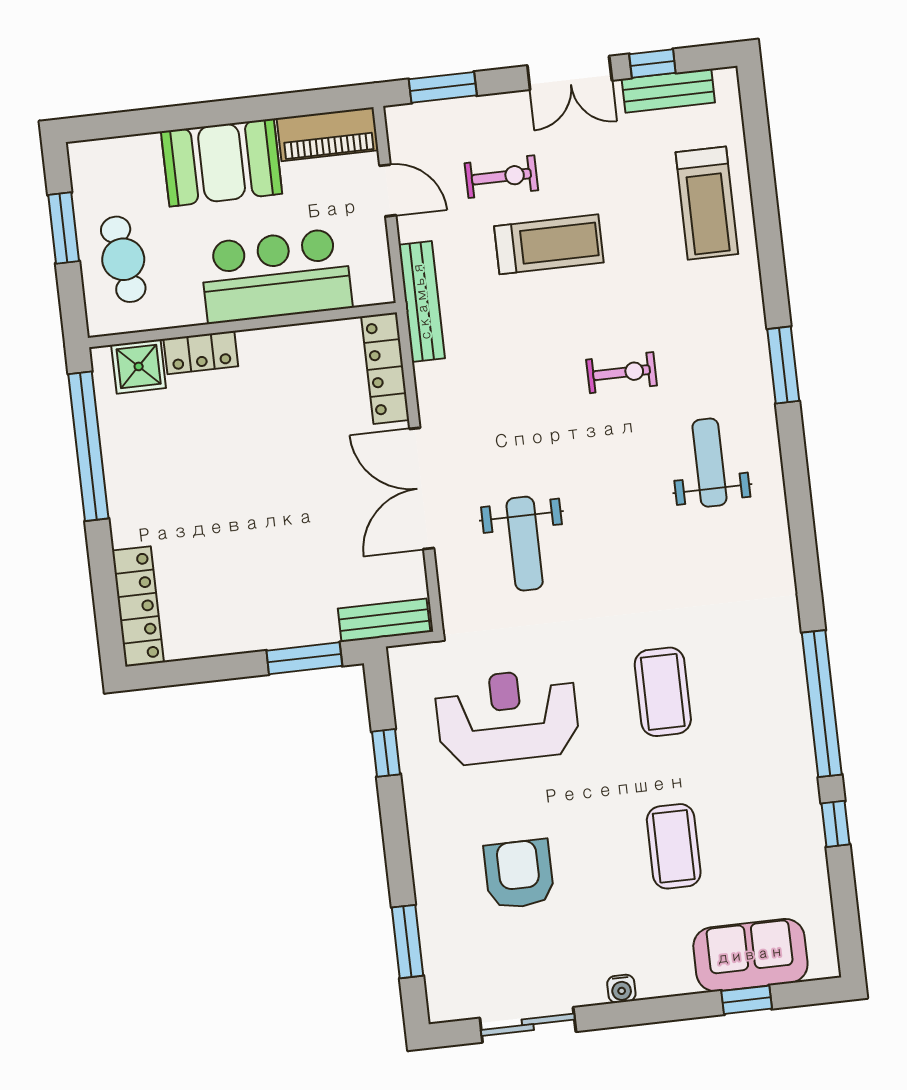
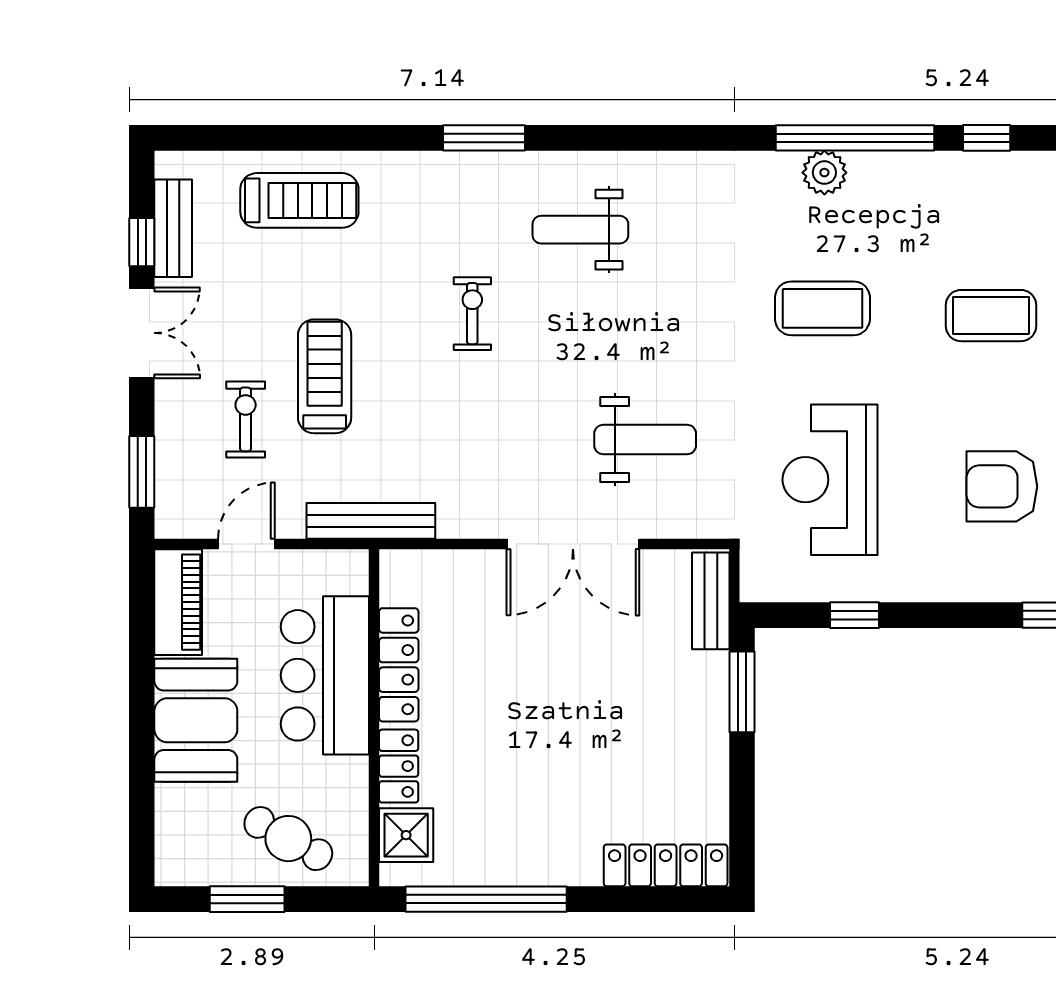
cafe table: (123, 259) -> (288, 839), turned 37
locker: (385, 368) -> (399, 665), moved, turned -90
plant: (787, 679) -> (824, 173), added

